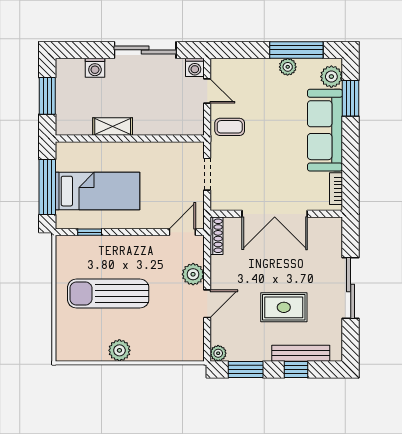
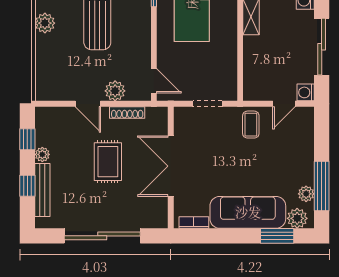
plant: (288, 67) -> (306, 194), moved
shoe rack: (217, 236) -> (127, 113), moved
sliding door: (351, 288) -> (102, 236), width x1.36
rug: (284, 307) -> (108, 162), moved
plant: (218, 353) -> (42, 154), moved
window: (246, 369) -> (27, 139), width x0.67

